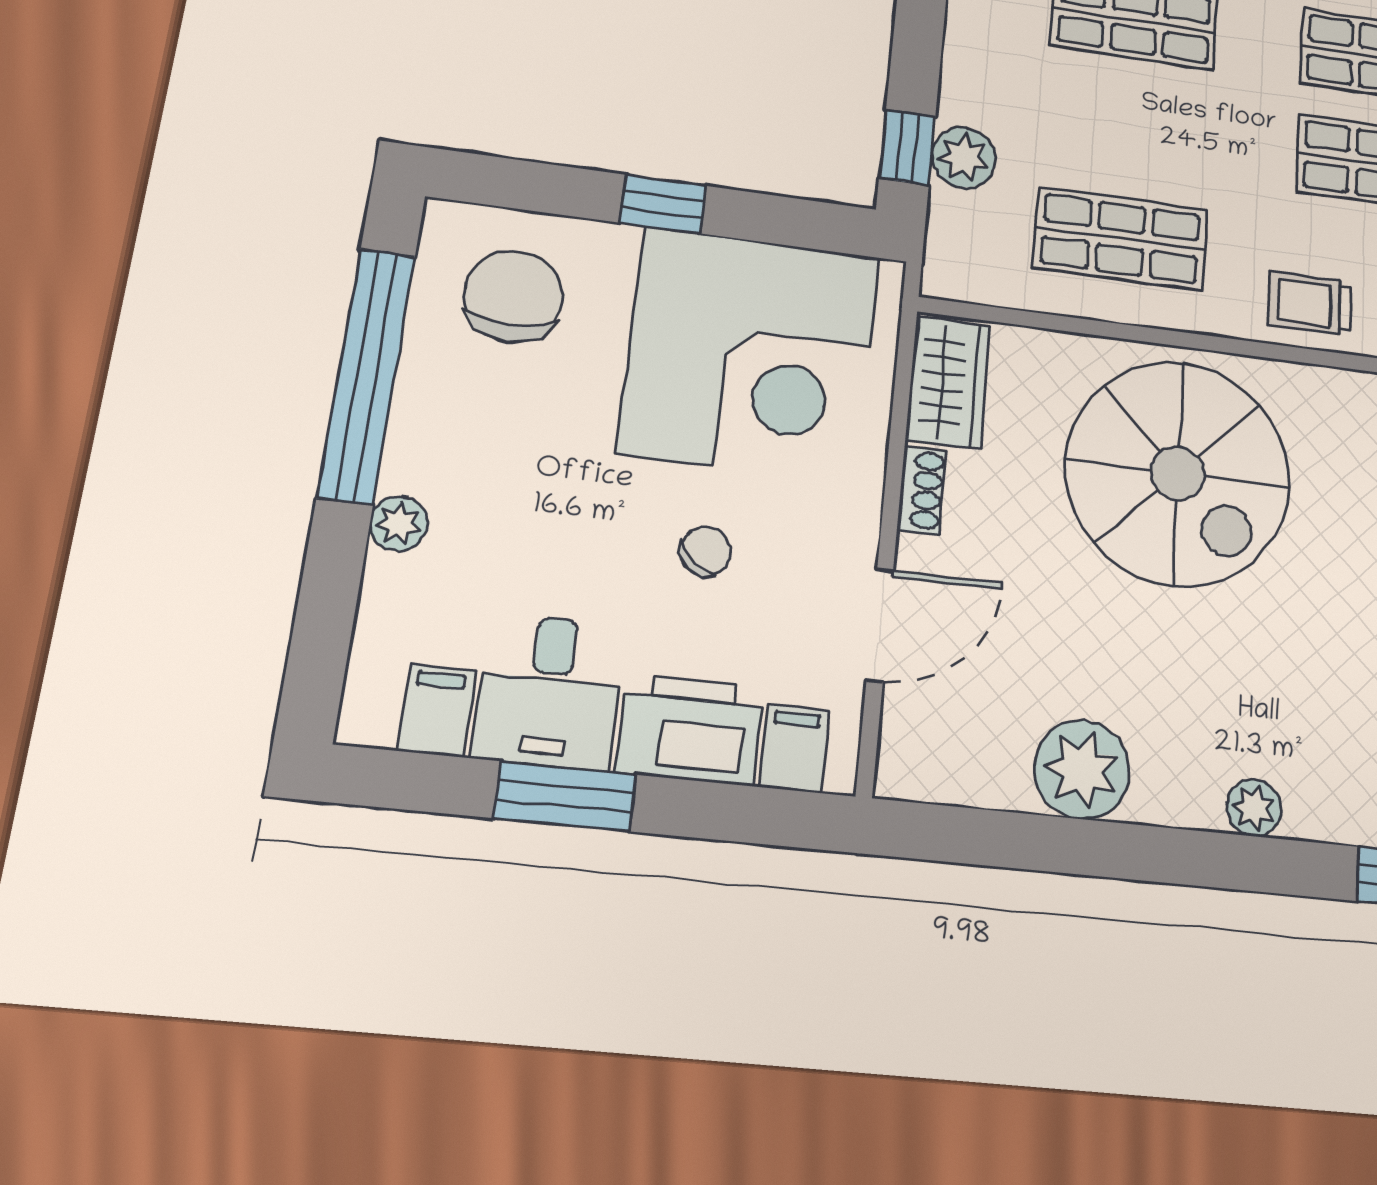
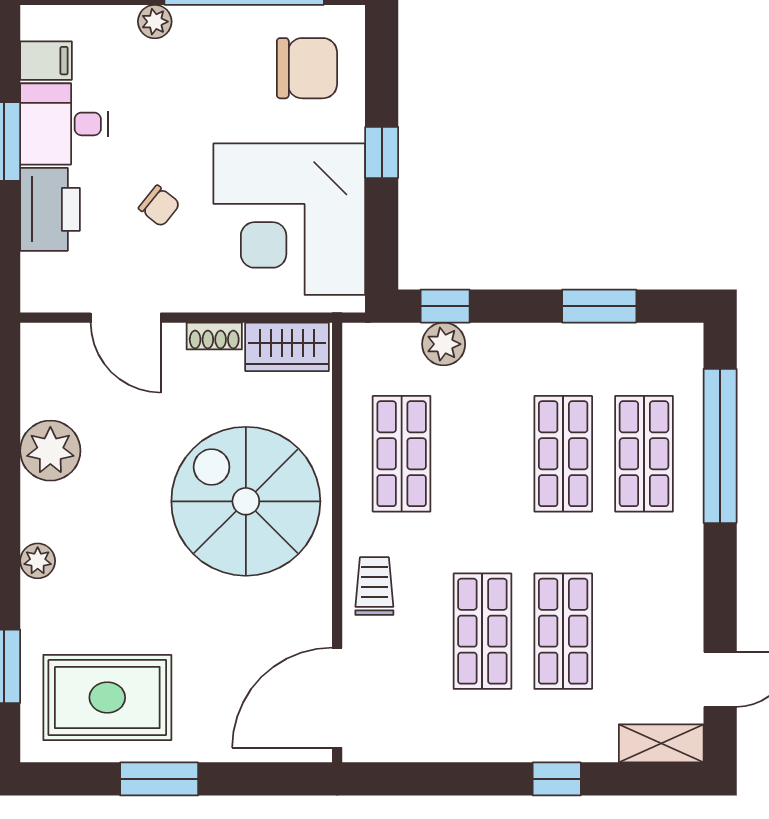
spiral stairs: (1178, 473) -> (246, 501), turned 90
filing cabinet: (794, 748) -> (45, 273), removed

